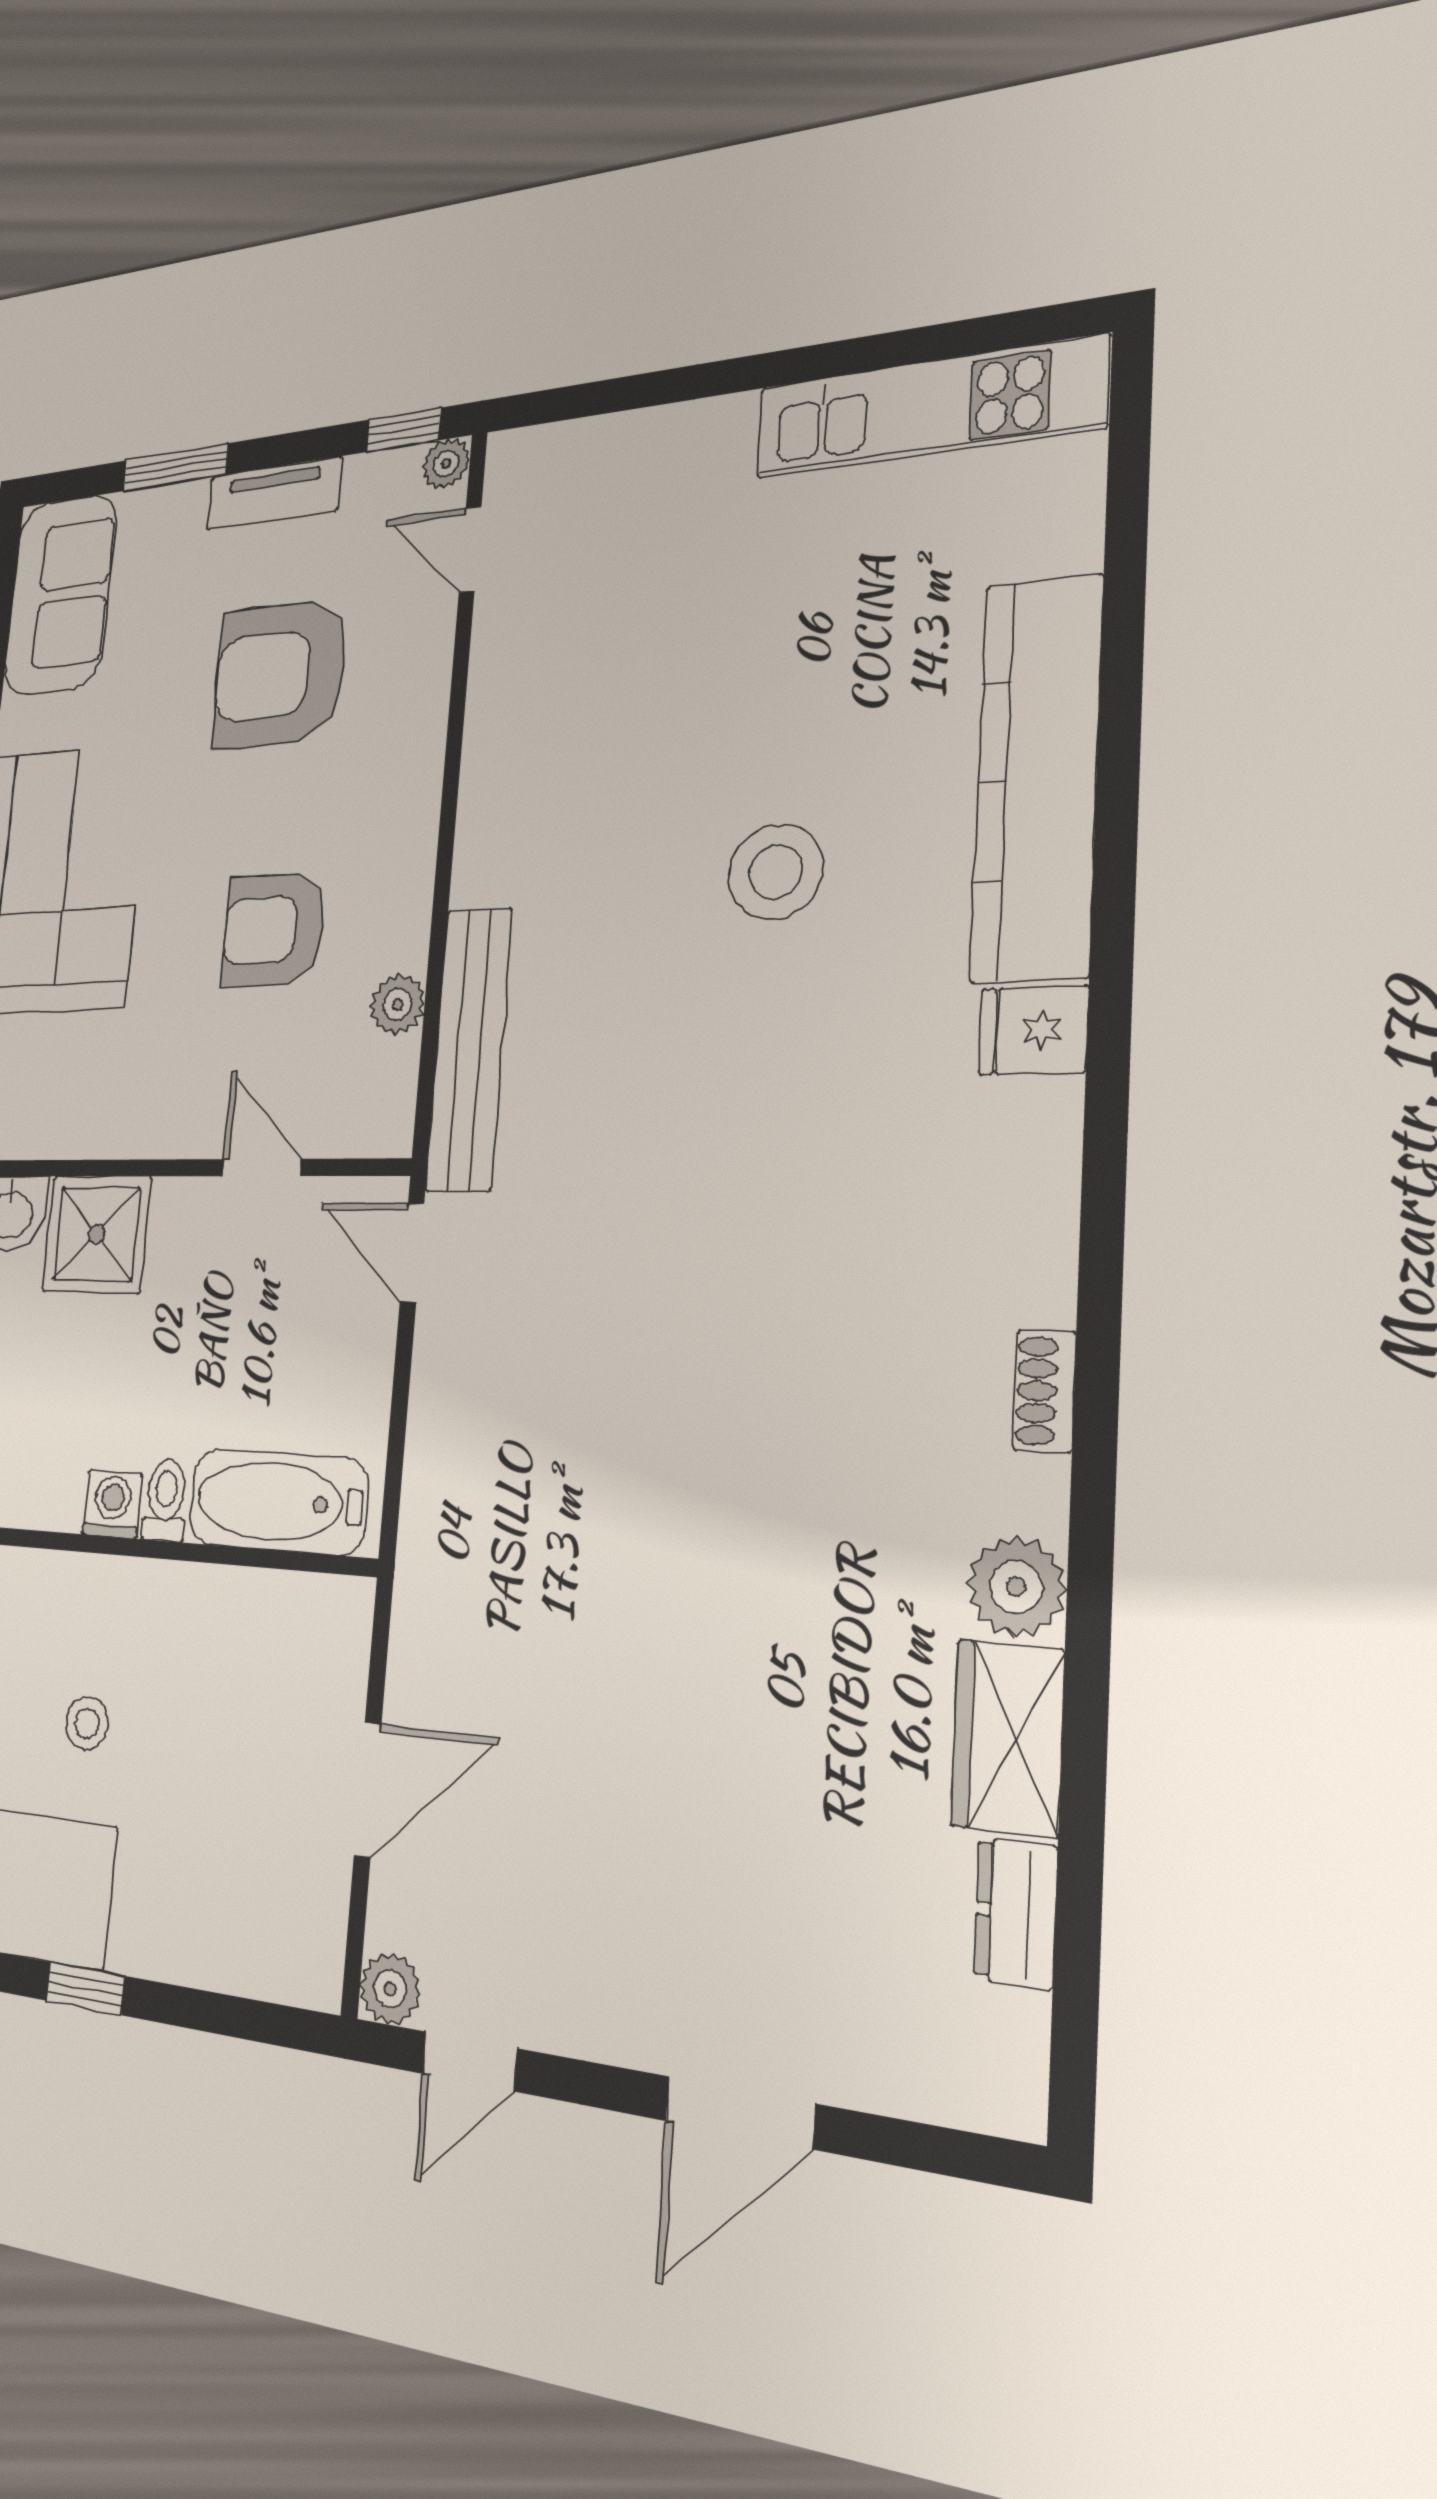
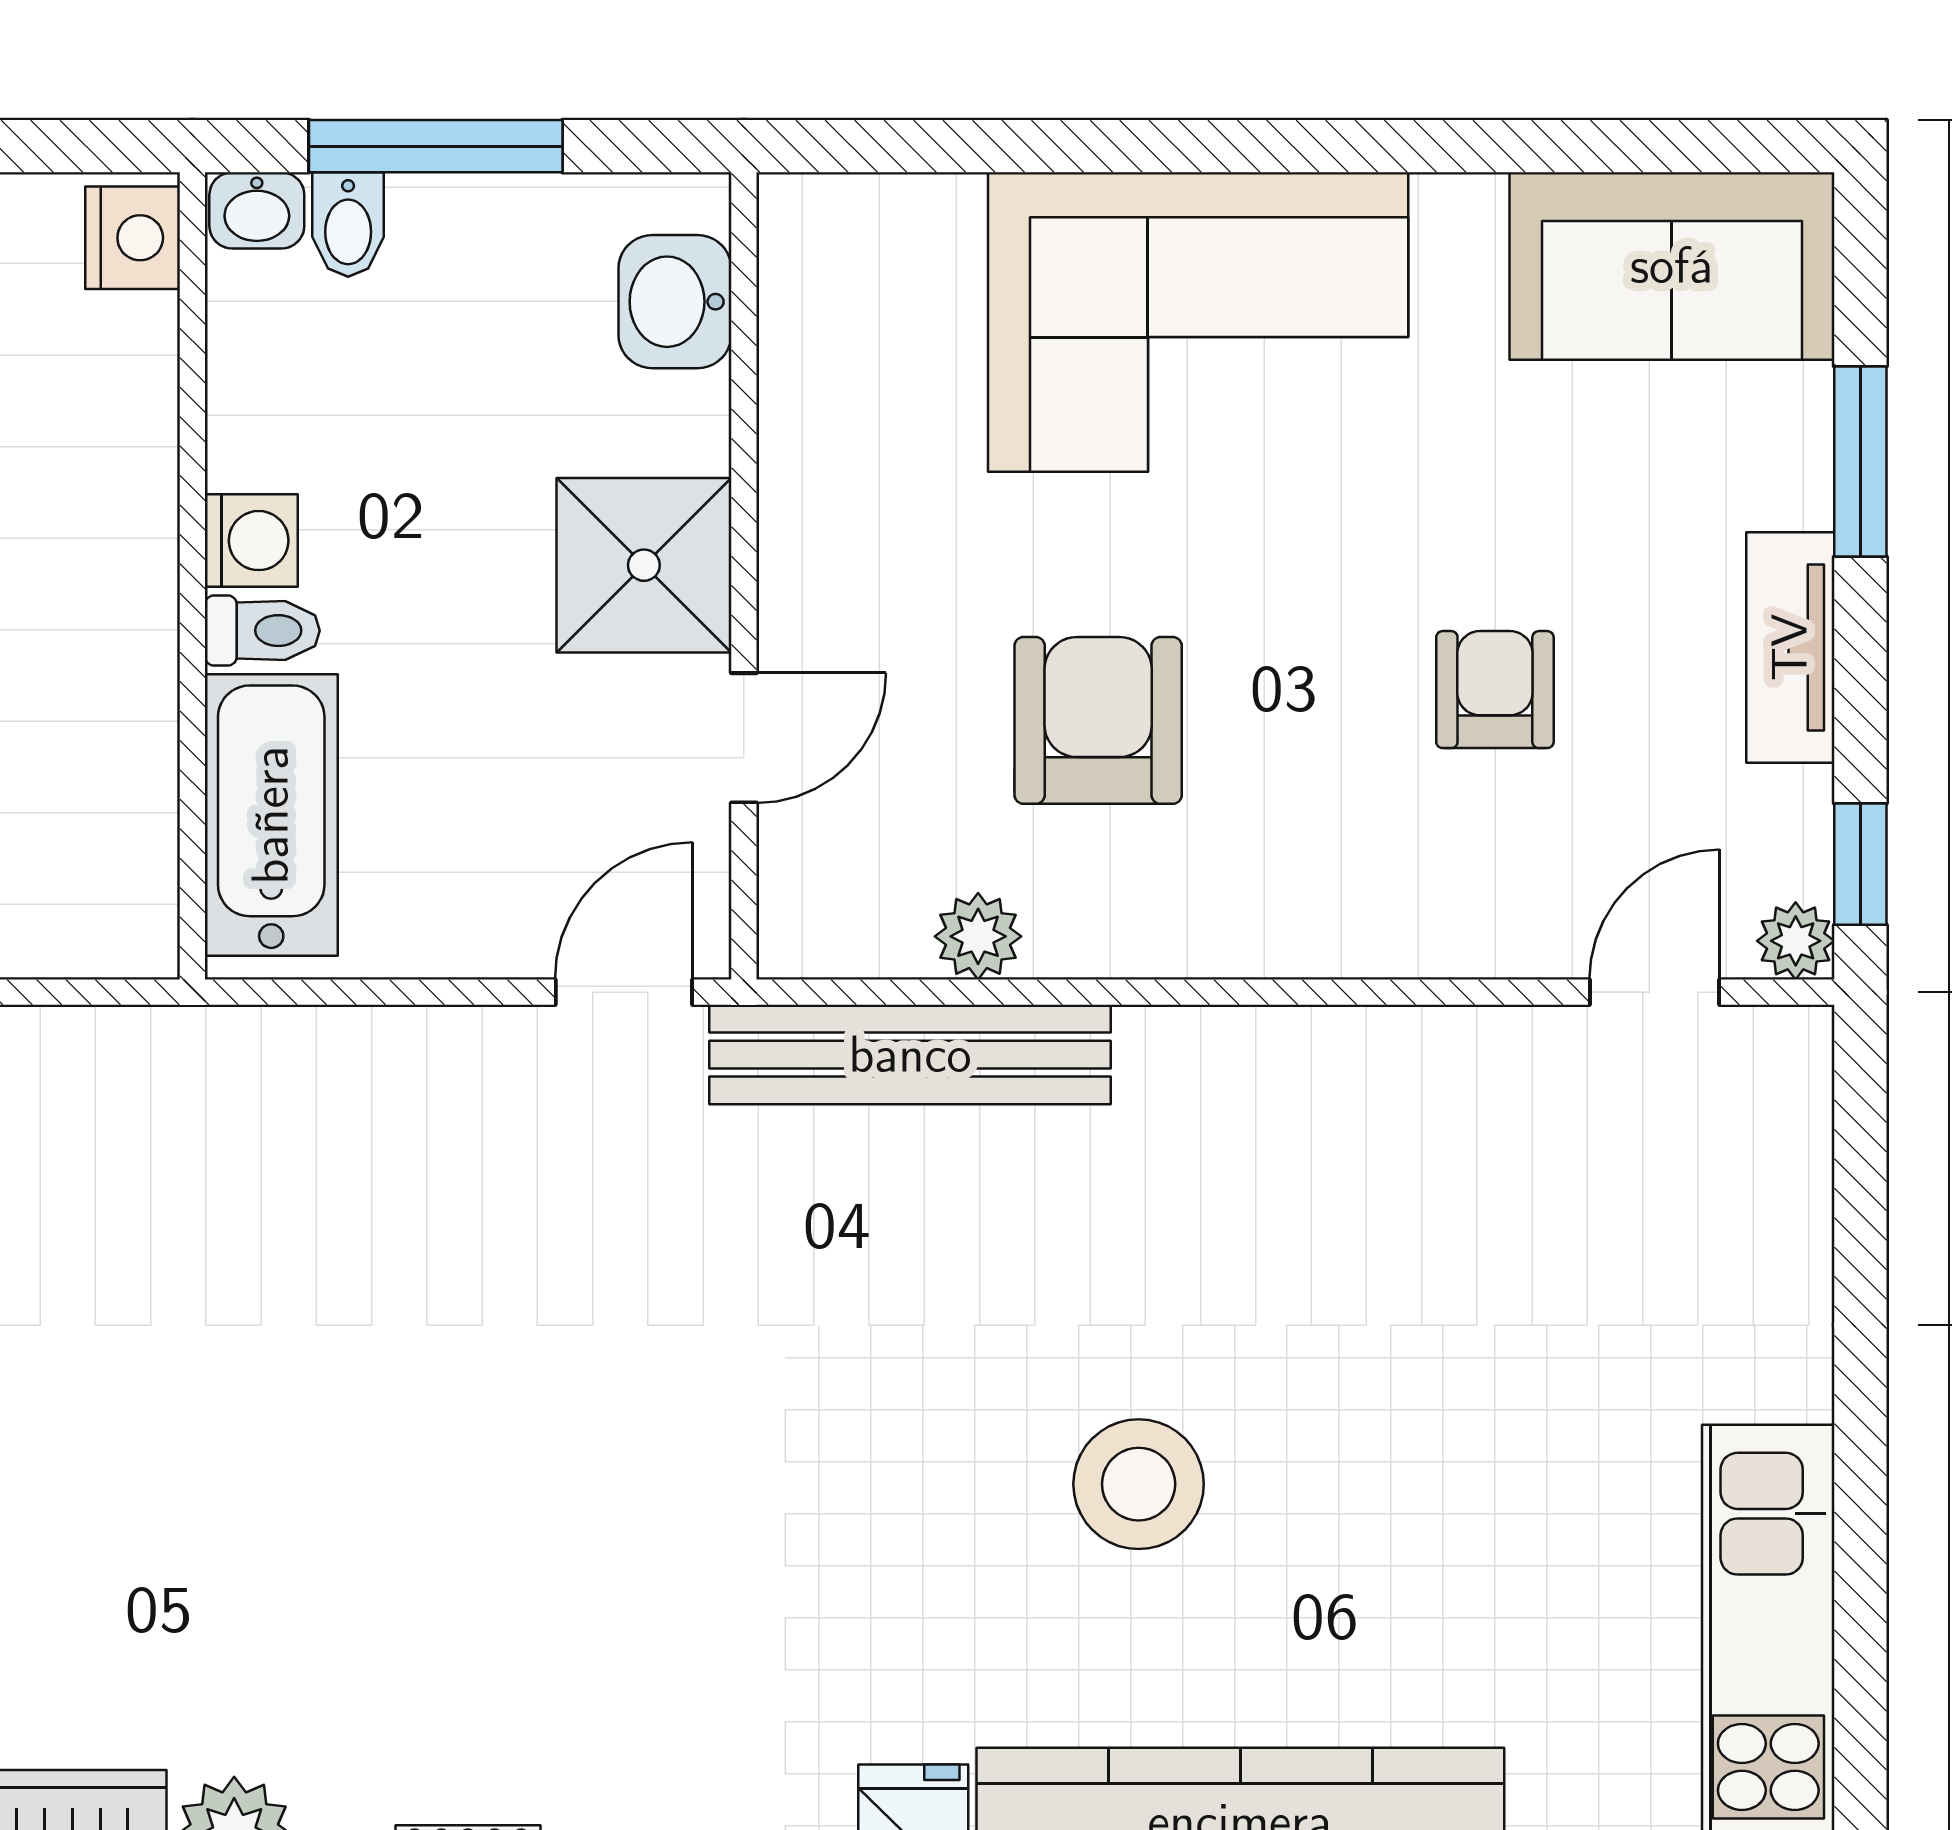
armchair: (280, 674) -> (1495, 690), width x0.53, depth x0.53
shower: (97, 1234) -> (644, 565), moved

